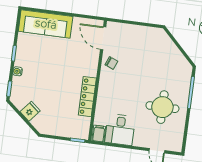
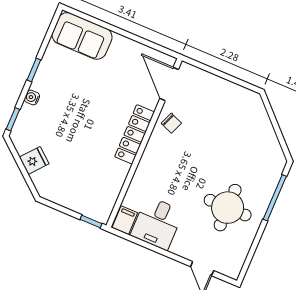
sofa: (46, 24) -> (82, 36), width x0.73
locker: (87, 97) -> (135, 134), moved

